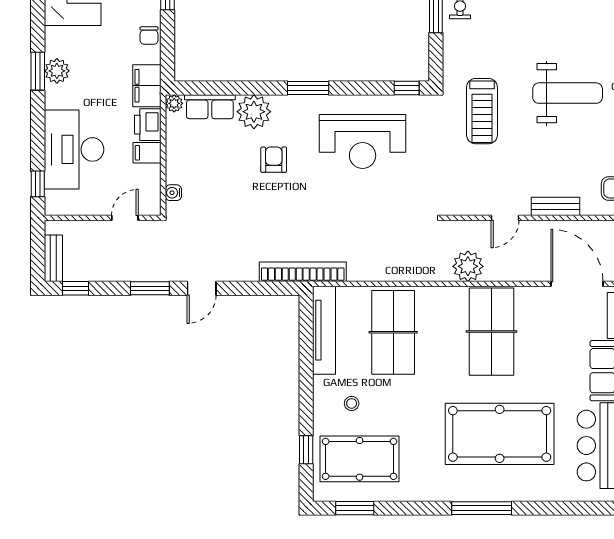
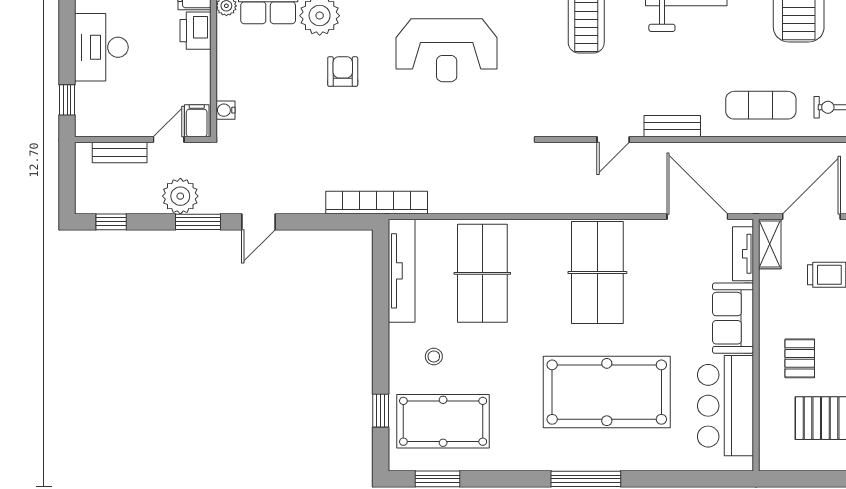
desk: (74, 149) -> (101, 47), width x0.73, depth x0.77
filing cabinet: (147, 153) -> (197, 121), moved, turned 90
bench: (53, 258) -> (120, 153), moved, turned 90
plant: (468, 266) -> (180, 196), moved

